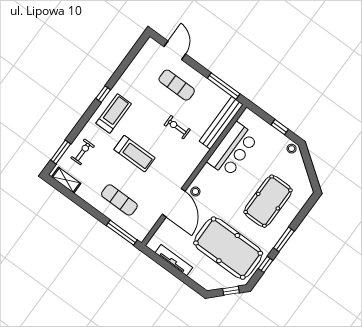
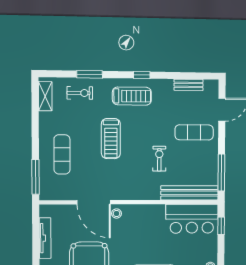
bench: (137, 63) -> (189, 85), added
exercise mat: (177, 85) -> (194, 132), turned 90
window: (280, 127) -> (221, 226), moved
bar counter: (233, 150) -> (192, 219), moved
window: (61, 152) -> (90, 74), moved
door: (174, 203) -> (94, 202), hinge flipped

